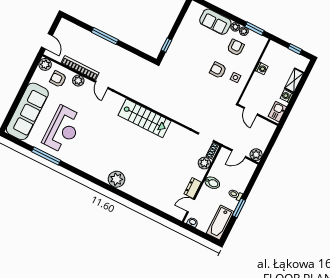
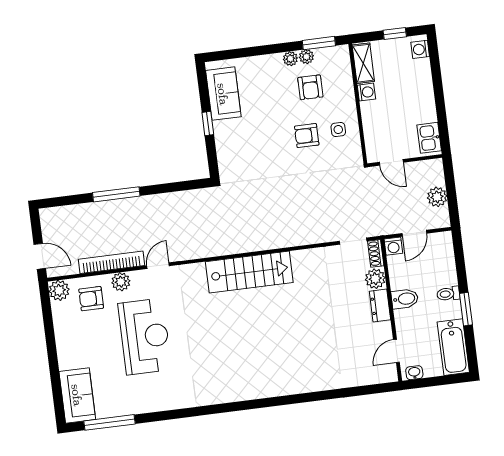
sofa: (215, 22) -> (223, 94), moved, turned -90
window: (166, 45) -> (208, 124), moved
armchair: (236, 48) -> (310, 87), turned 180
shelving: (294, 80) -> (363, 63), moved
door: (102, 85) -> (158, 266), swing flipped
washing machine: (287, 96) -> (420, 49), moved
sofa: (27, 111) -> (77, 395), width x0.54, depth x0.79
reception desk: (63, 129) -> (145, 336), moved
washing machine: (224, 153) -> (393, 246), added
plant: (256, 155) -> (437, 197), moved
window: (46, 156) -> (109, 422), moved
plant: (116, 179) -> (267, 384), removed
dresser: (193, 188) -> (380, 305), moved

